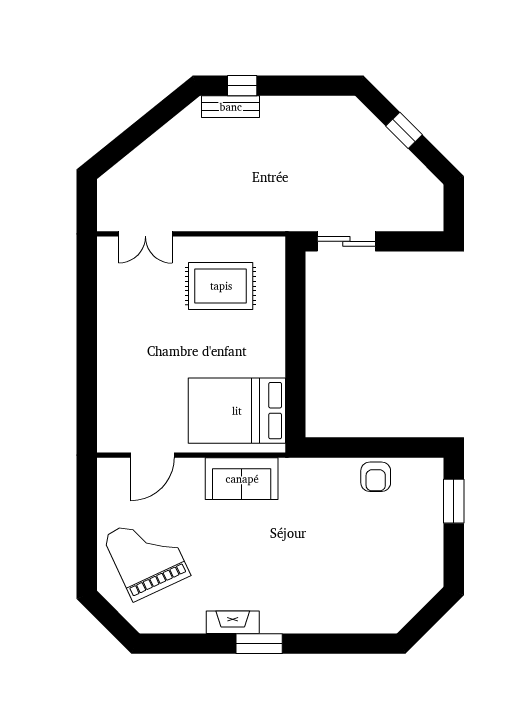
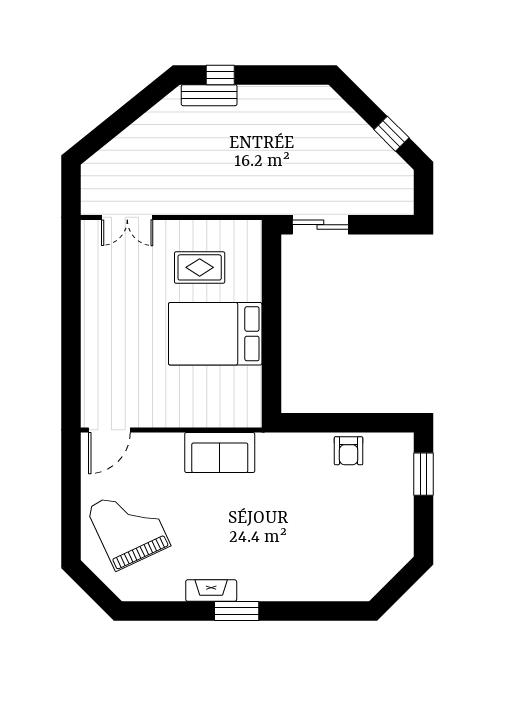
window: (404, 130) -> (391, 134), moved
rug: (221, 286) -> (200, 267), width x0.73, depth x0.70
bed: (237, 411) -> (215, 334), moved
door: (153, 455) -> (109, 430), moved

